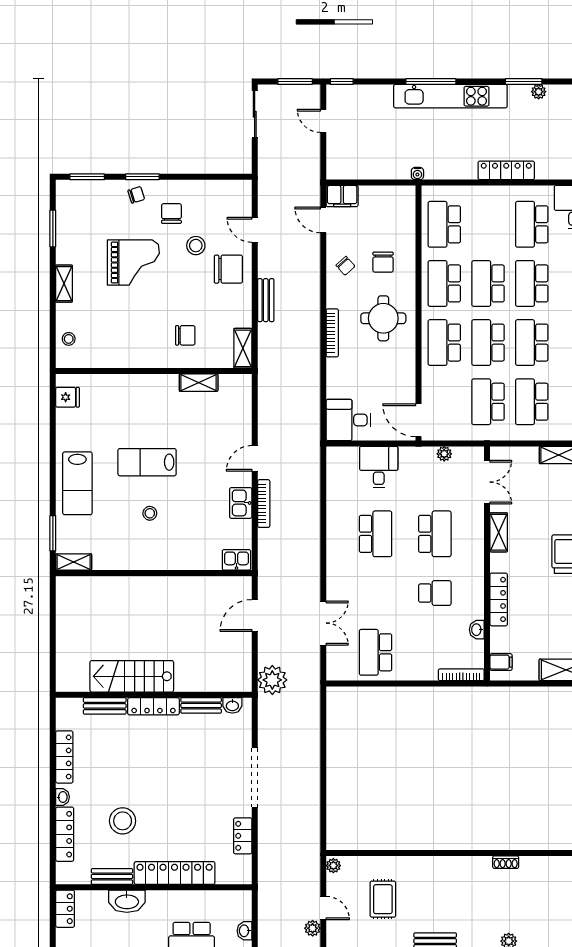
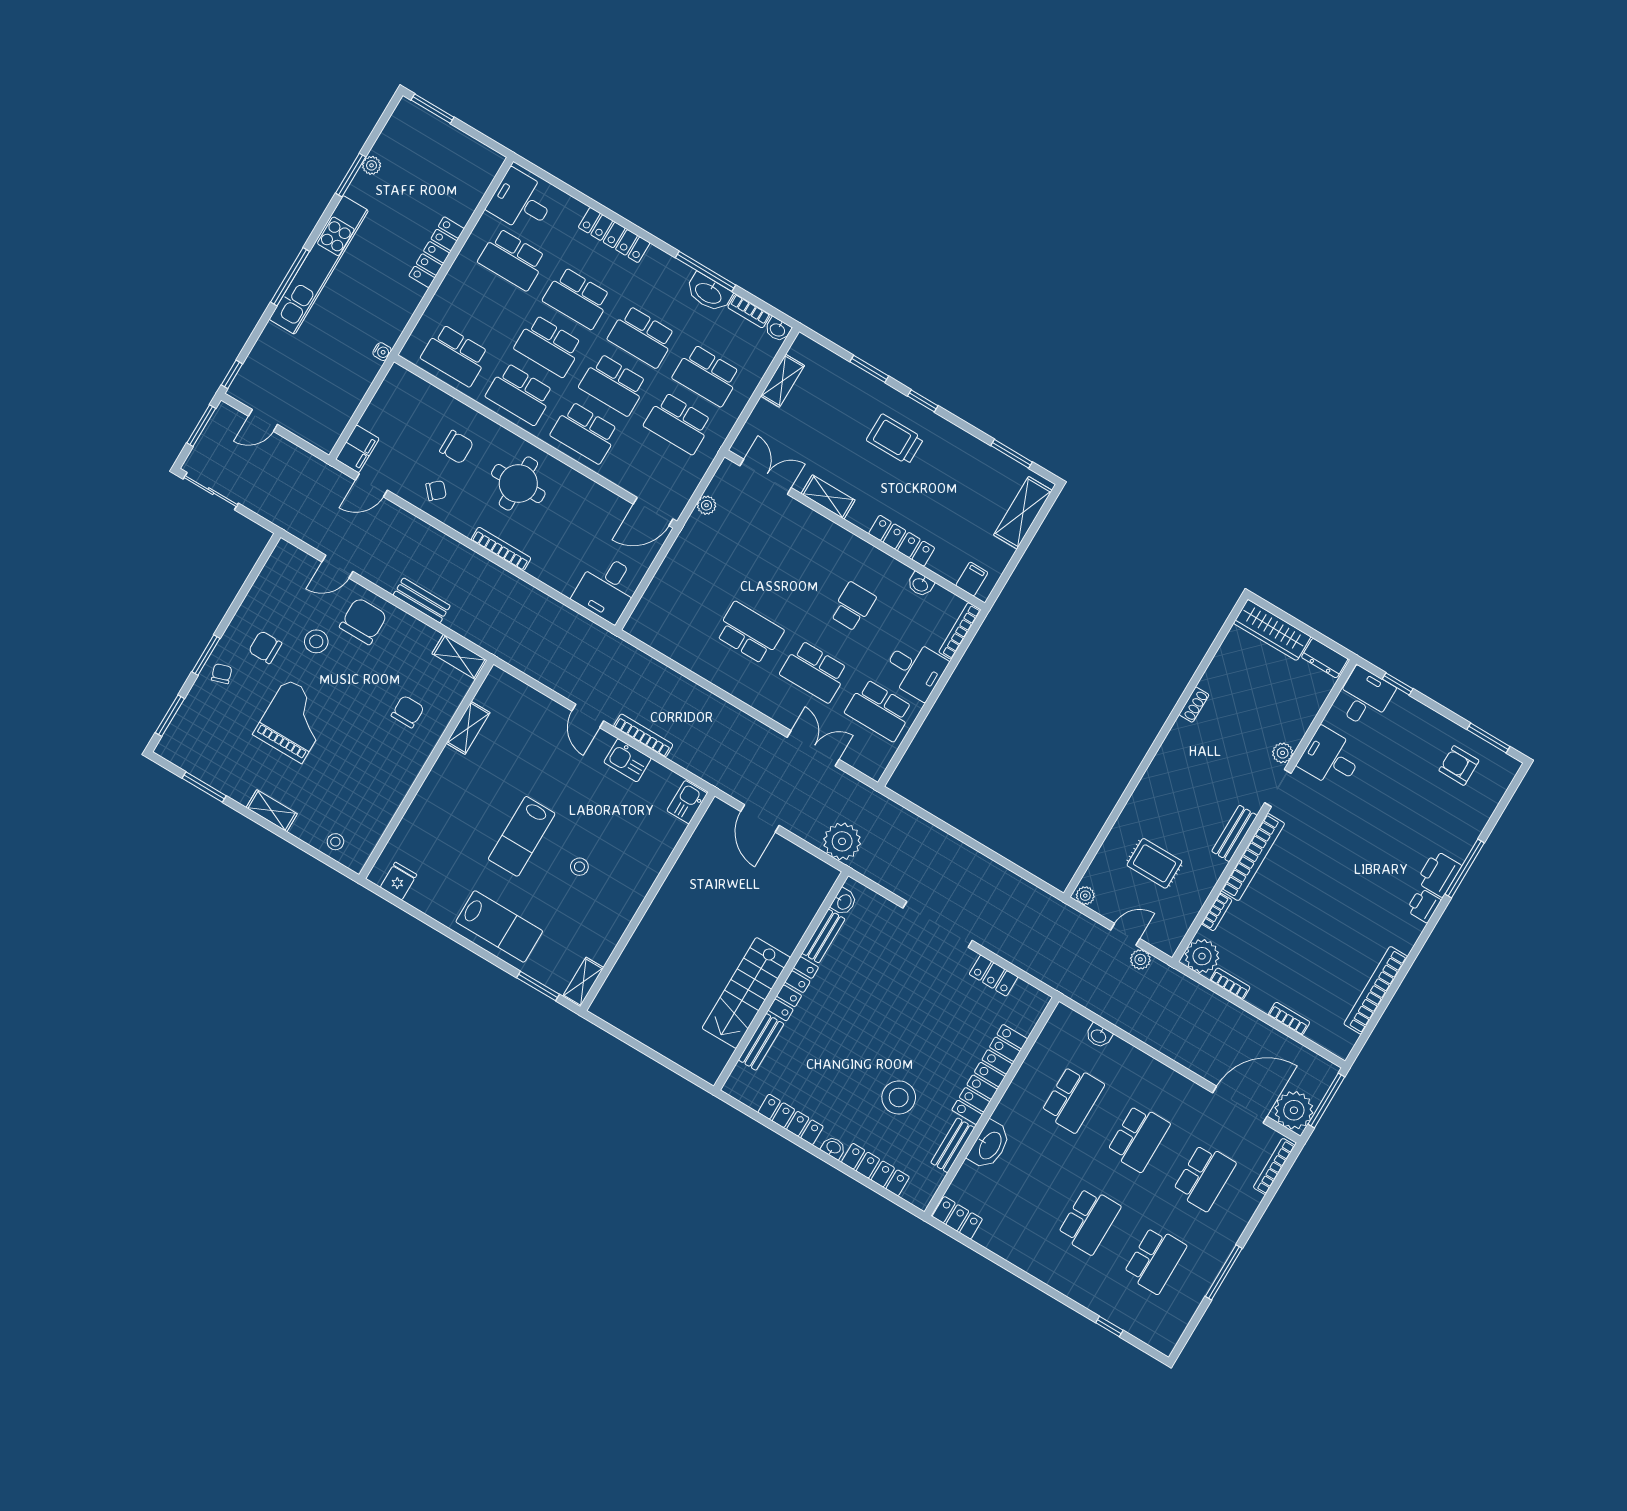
desk: (379, 467) -> (915, 669), moved, turned 180
school desk: (435, 534) -> (814, 671), moved, turned 180

